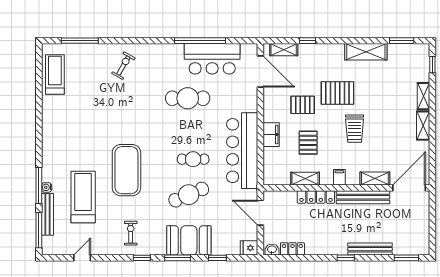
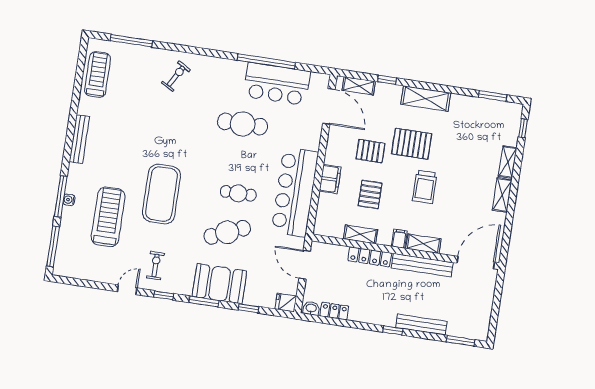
shelving: (366, 52) -> (426, 99), moved
shelving: (375, 178) -> (423, 244), moved
bench: (48, 214) -> (79, 139), moved
door: (82, 258) -> (127, 290), moved

